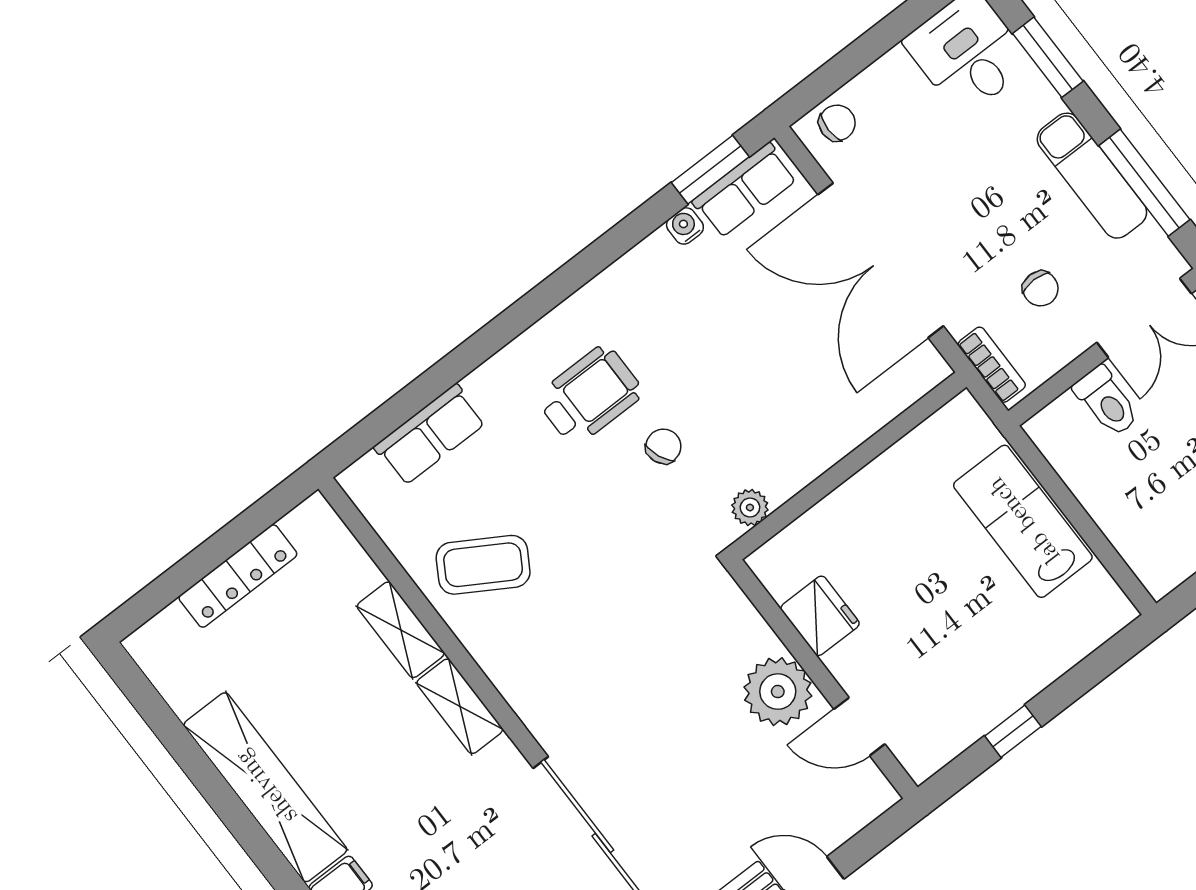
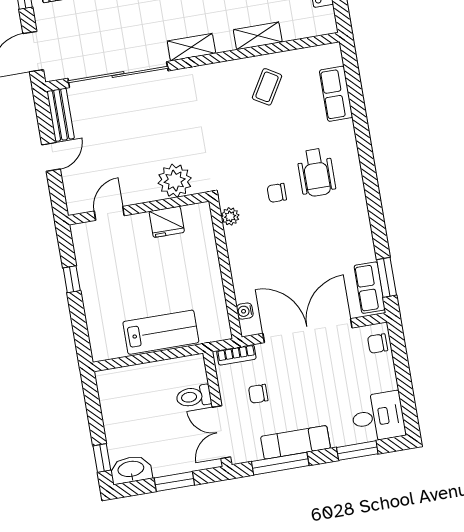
chair: (837, 123) -> (378, 344), turned 90
water cooler: (685, 226) -> (245, 311), moved, turned 180
chair: (663, 446) -> (277, 193), turned 113
coffee table: (483, 565) -> (267, 87), width x0.73, depth x0.77
plant: (778, 692) -> (175, 181), moved
shelving: (460, 706) -> (191, 47), moved

